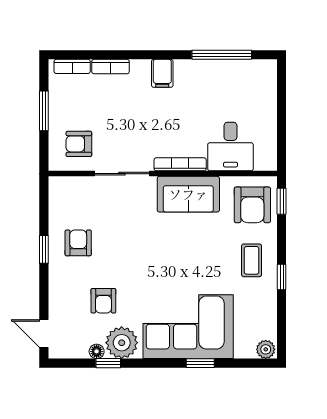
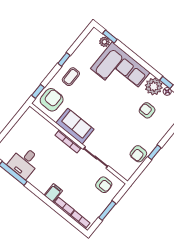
filing cabinet: (162, 73) -> (53, 193), moved
desk: (230, 146) -> (24, 162), moved, turned 180
armchair: (78, 243) -> (138, 154), moved
armchair: (103, 301) -> (147, 110), turned -90
plant: (266, 349) -> (104, 42), moved
window: (200, 363) -> (110, 37), moved

